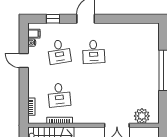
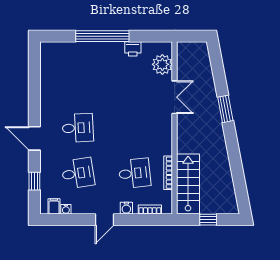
door: (24, 61) -> (104, 220), moved
water cooler: (33, 89) -> (126, 208), added
printer: (154, 94) -> (133, 49), added

